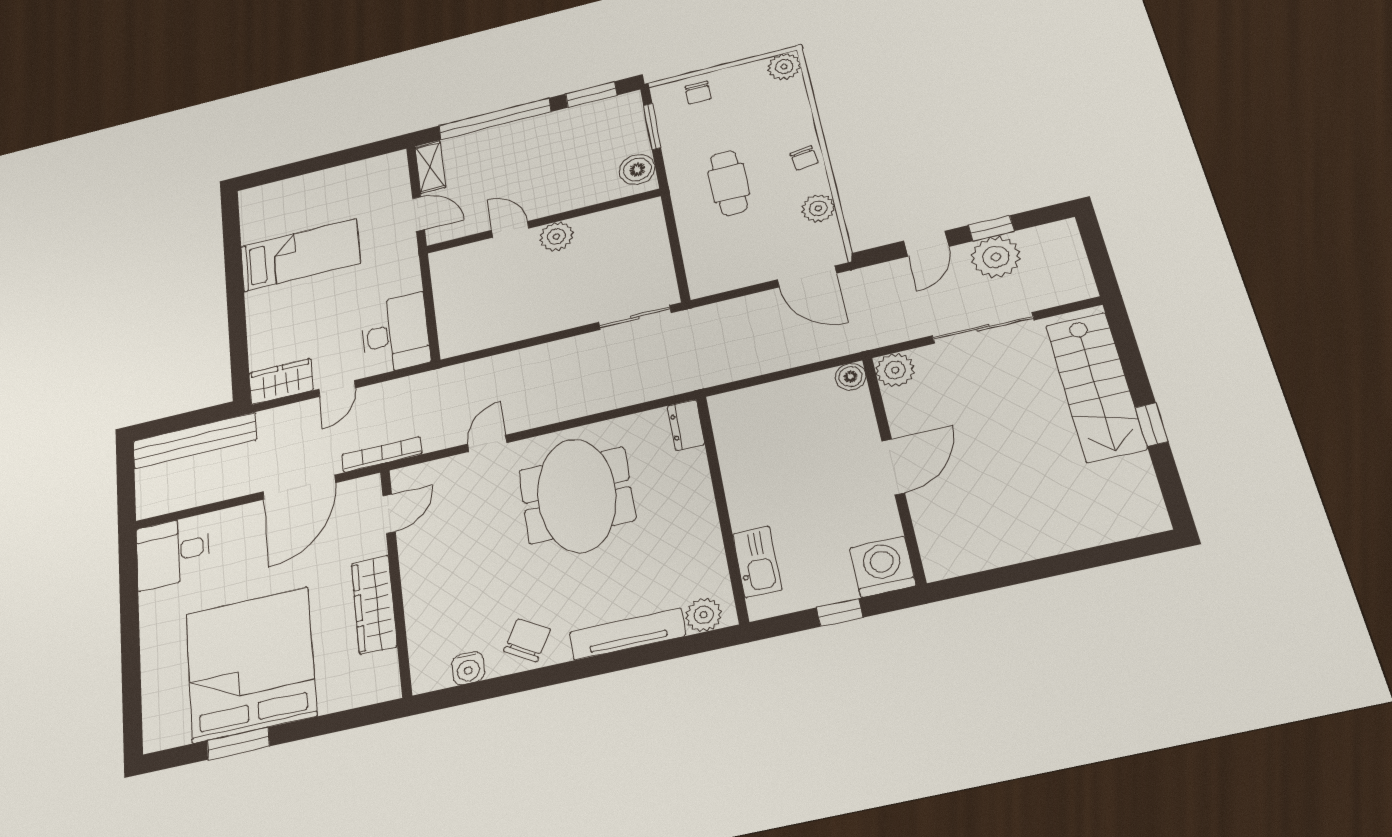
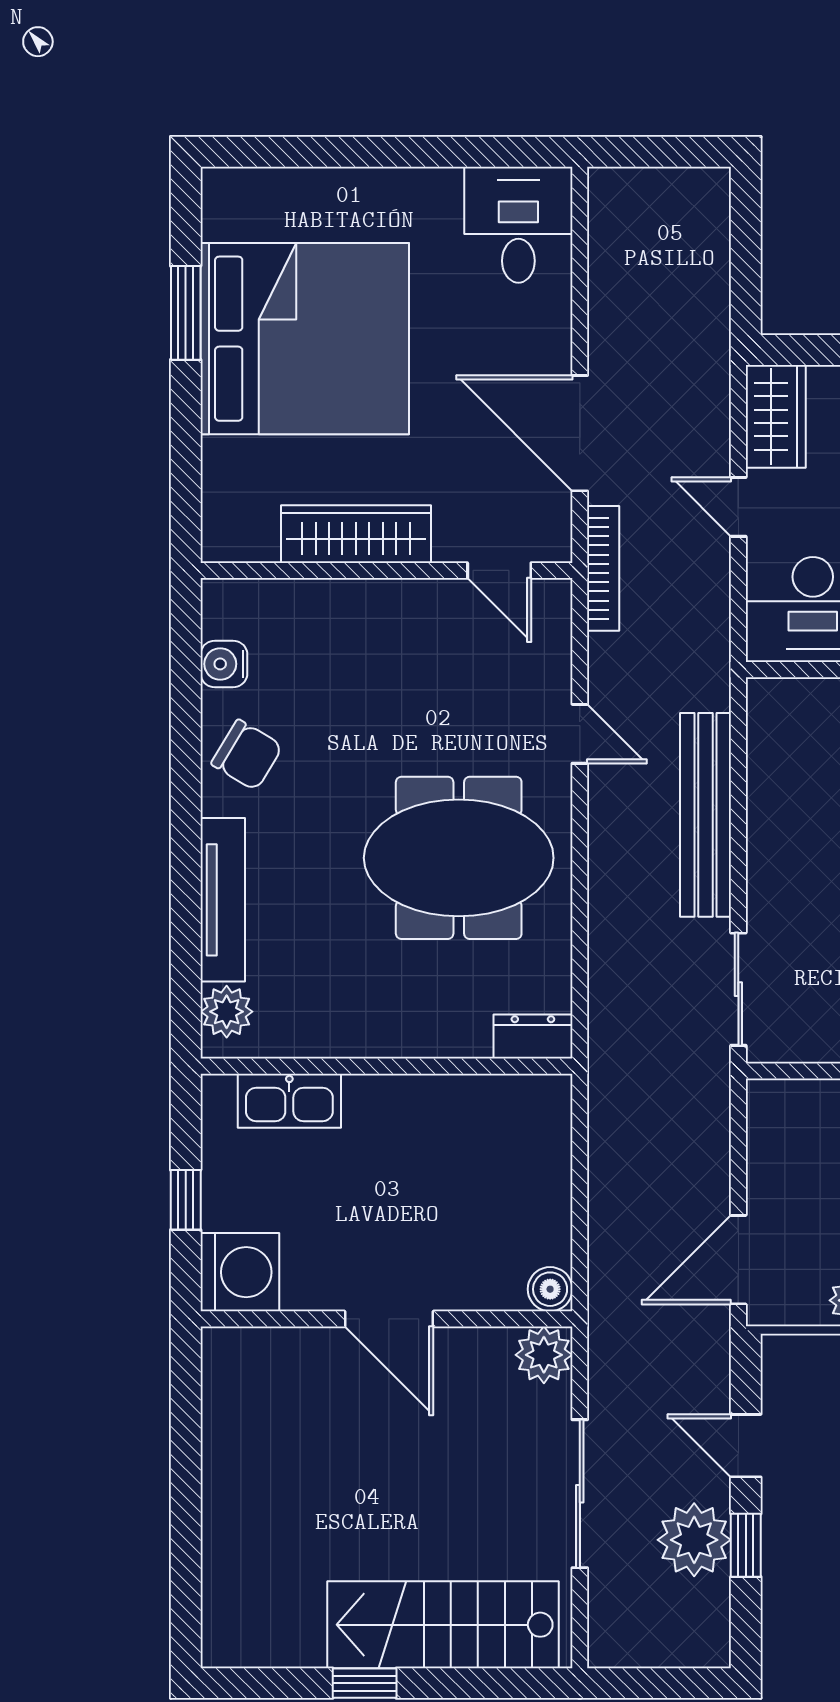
bench: (195, 441) -> (706, 815), moved

